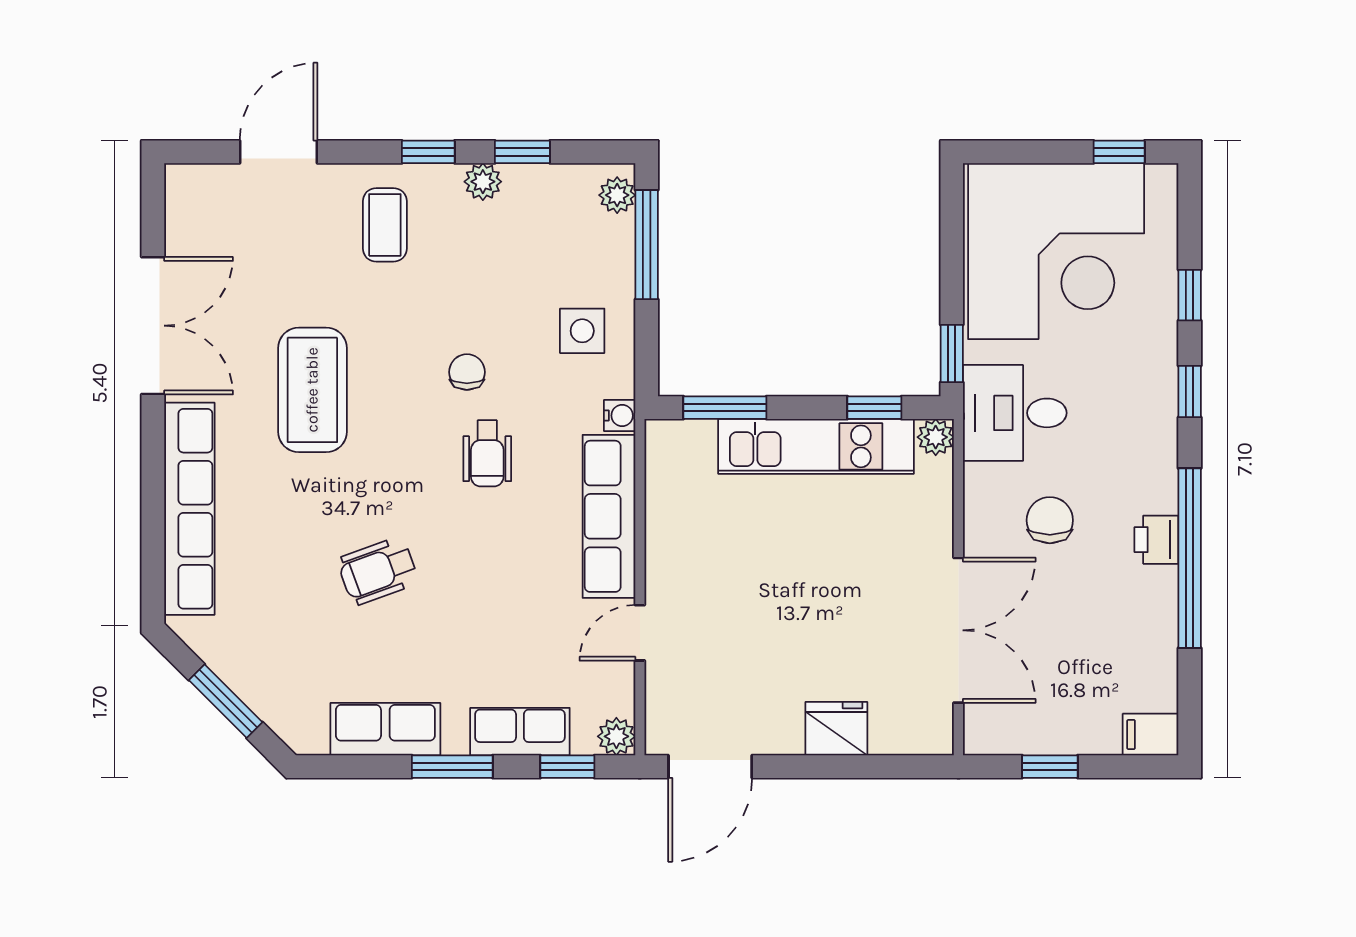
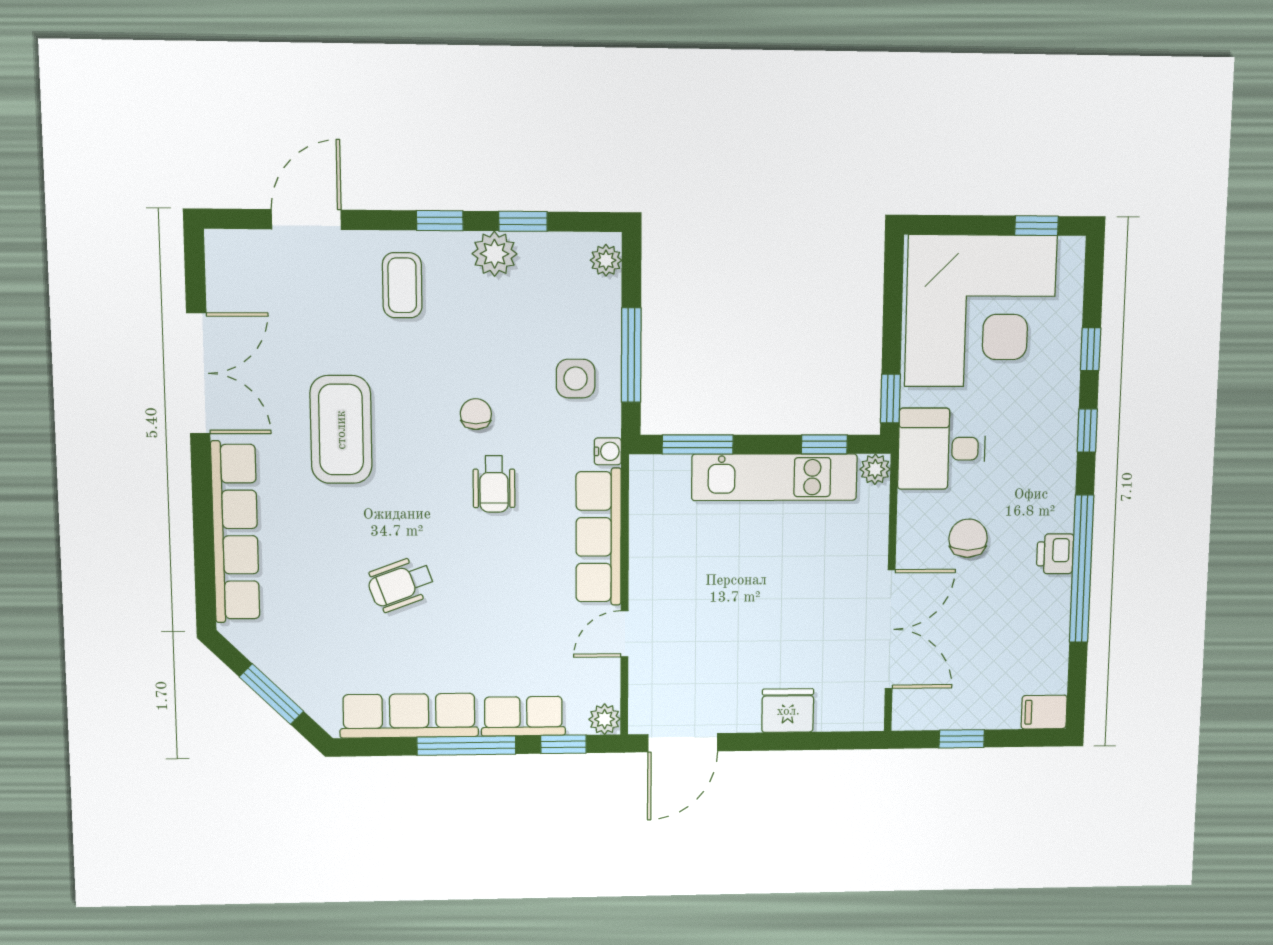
plant: (483, 182) -> (495, 254), width x1.38, depth x1.38
window: (647, 245) -> (631, 355), moved
row of seats: (385, 729) -> (409, 716), width x1.48
window: (452, 767) -> (466, 746), width x1.44

